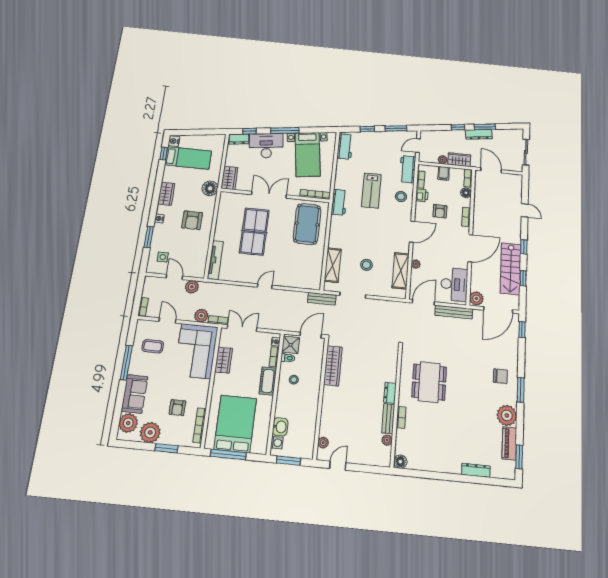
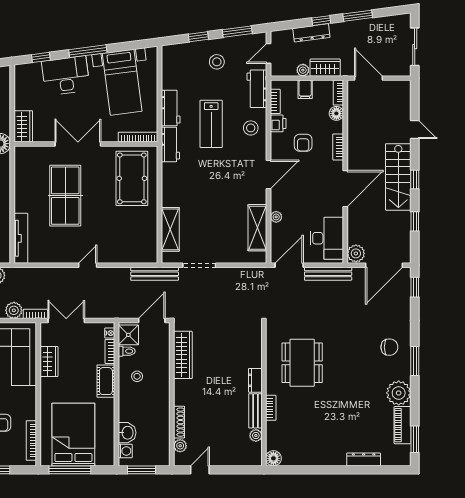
dresser: (479, 134) -> (311, 33), moved
dresser: (239, 139) -> (28, 70), removed
workbench: (345, 146) -> (171, 108), moved
stool: (366, 265) -> (217, 62), moved
stairs: (511, 269) -> (398, 177), moved
bench: (322, 299) -> (155, 274), width x1.36
shoe rack: (324, 422) -> (179, 422), added

